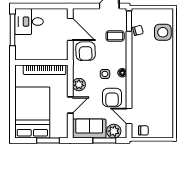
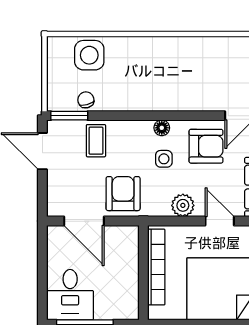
door: (70, 29) -> (84, 221), swing flipped
armchair: (86, 51) -> (123, 194), turned -88

